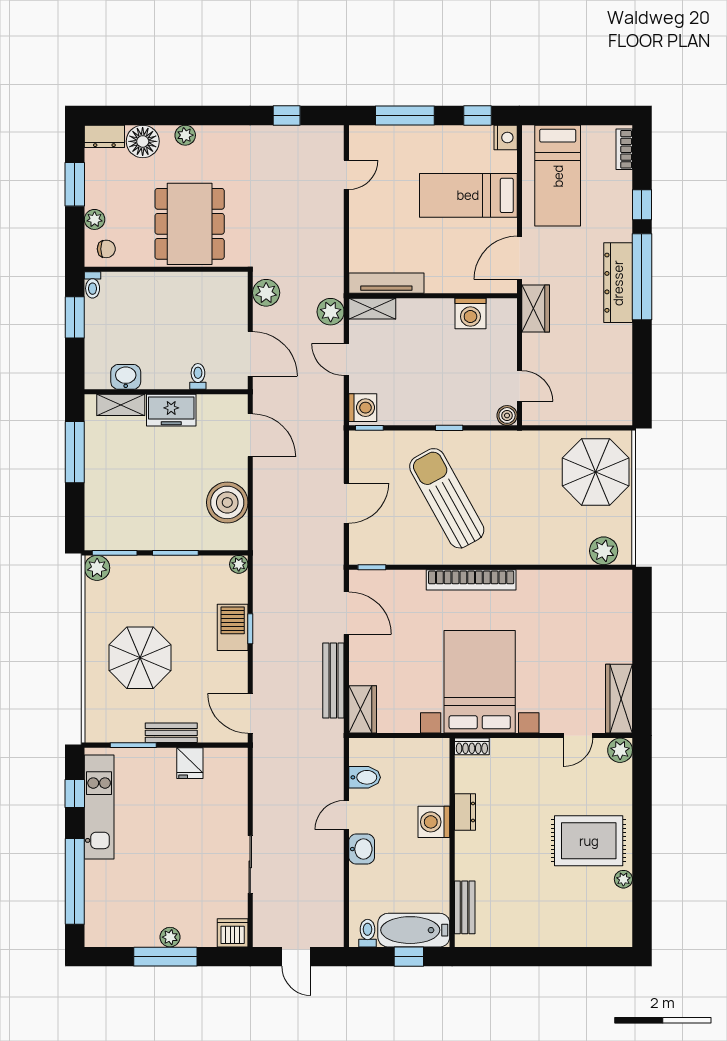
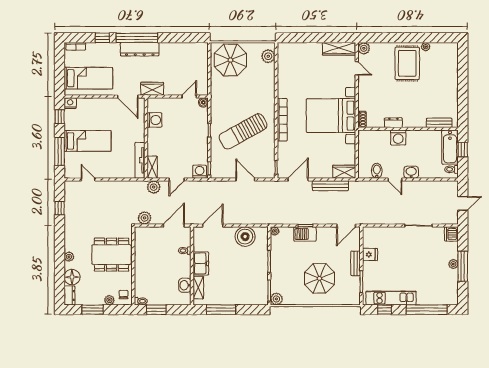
bed: (468, 195) -> (88, 141), moved, turned -90

